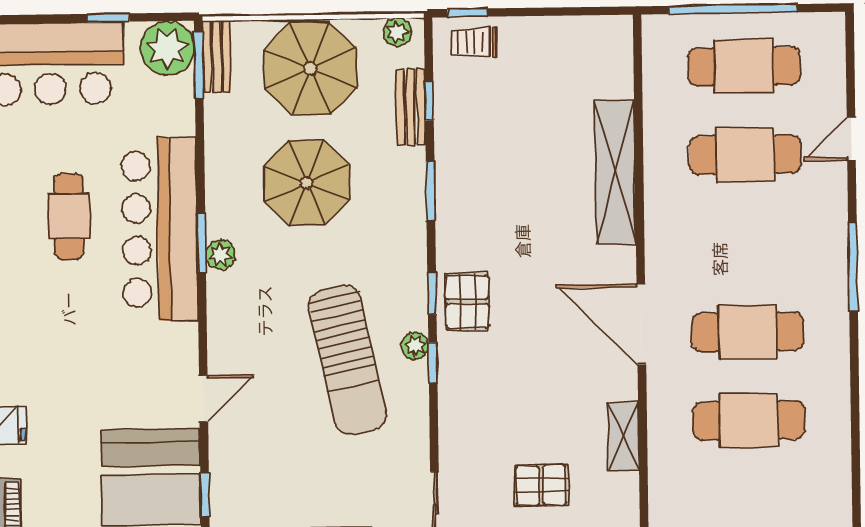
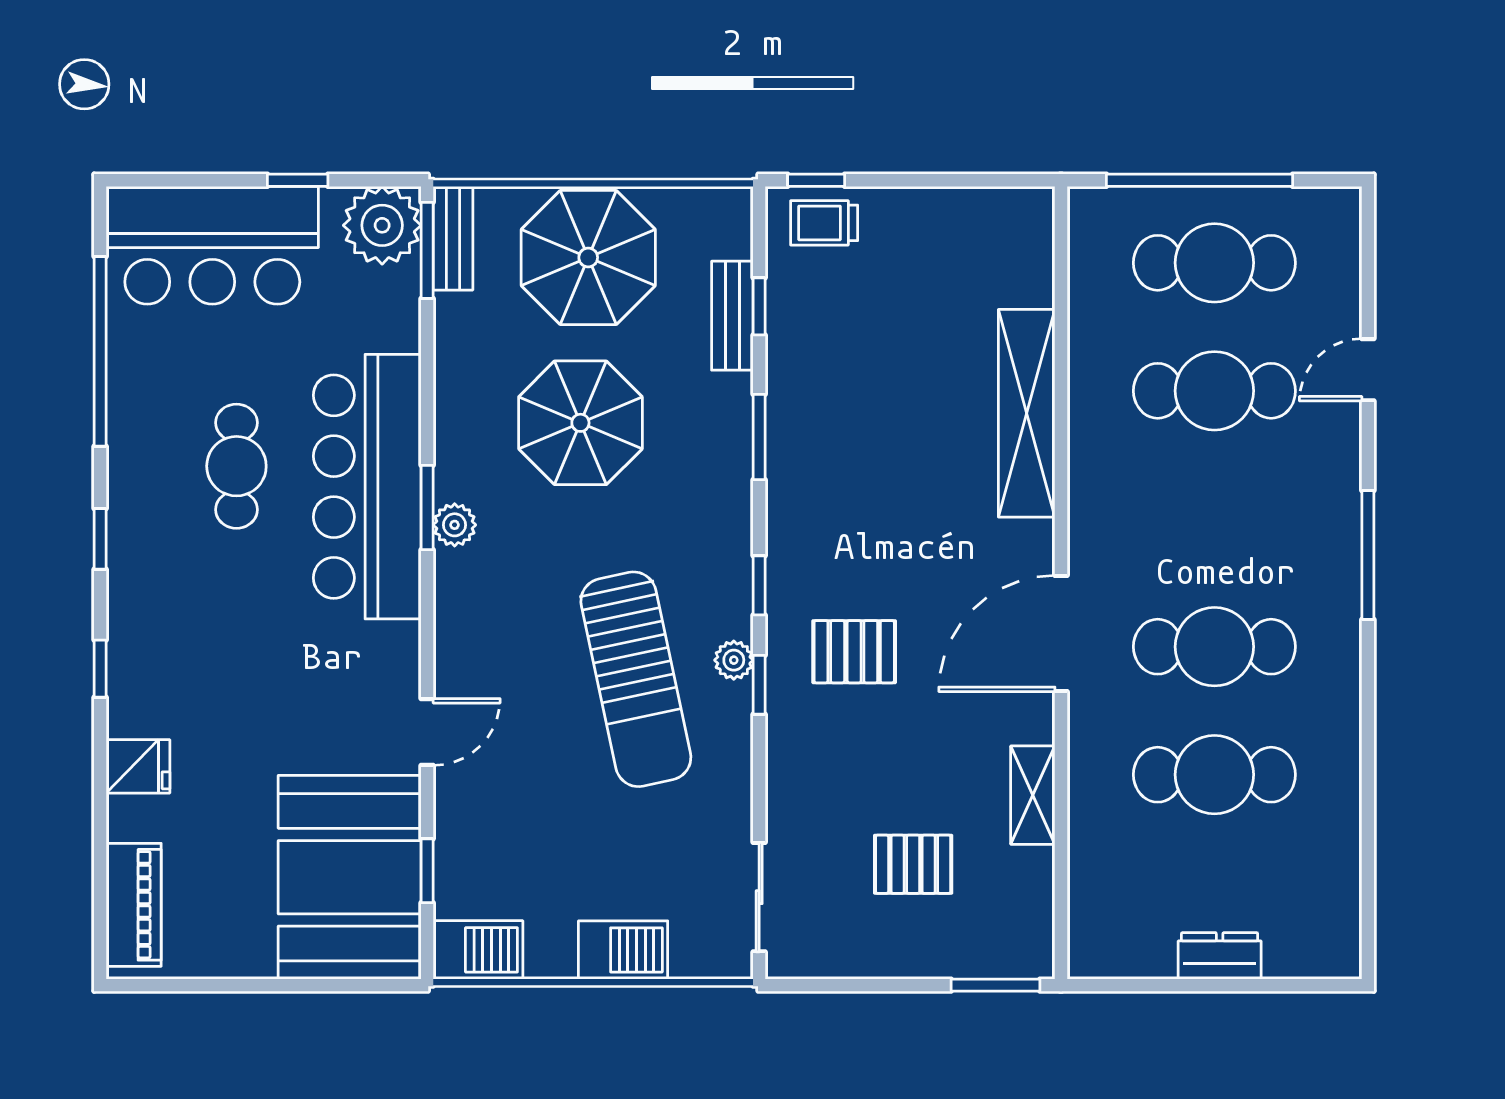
plant: (397, 32) -> (714, 207), removed
pallet: (467, 302) -> (854, 652), moved, turned 90
door: (641, 324) -> (1061, 634), hinge flipped

